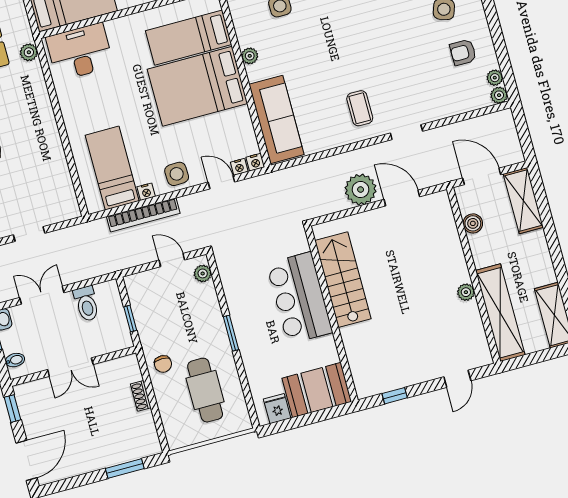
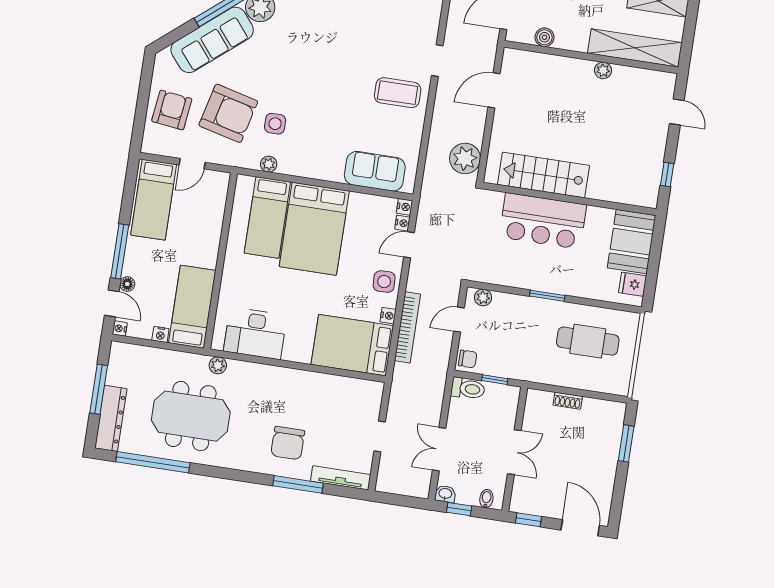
desk: (80, 52) -> (255, 333), moved, turned -90
plant: (250, 56) -> (269, 164), moved
coffee table: (360, 108) -> (398, 93), width x1.36, depth x1.30
sofa: (276, 119) -> (375, 171), width x0.73
bed: (112, 168) -> (352, 345), width x1.50
plant: (361, 190) -> (465, 158), moved
toilet: (86, 304) -> (468, 389), moved
chair: (163, 364) -> (468, 359), moved

